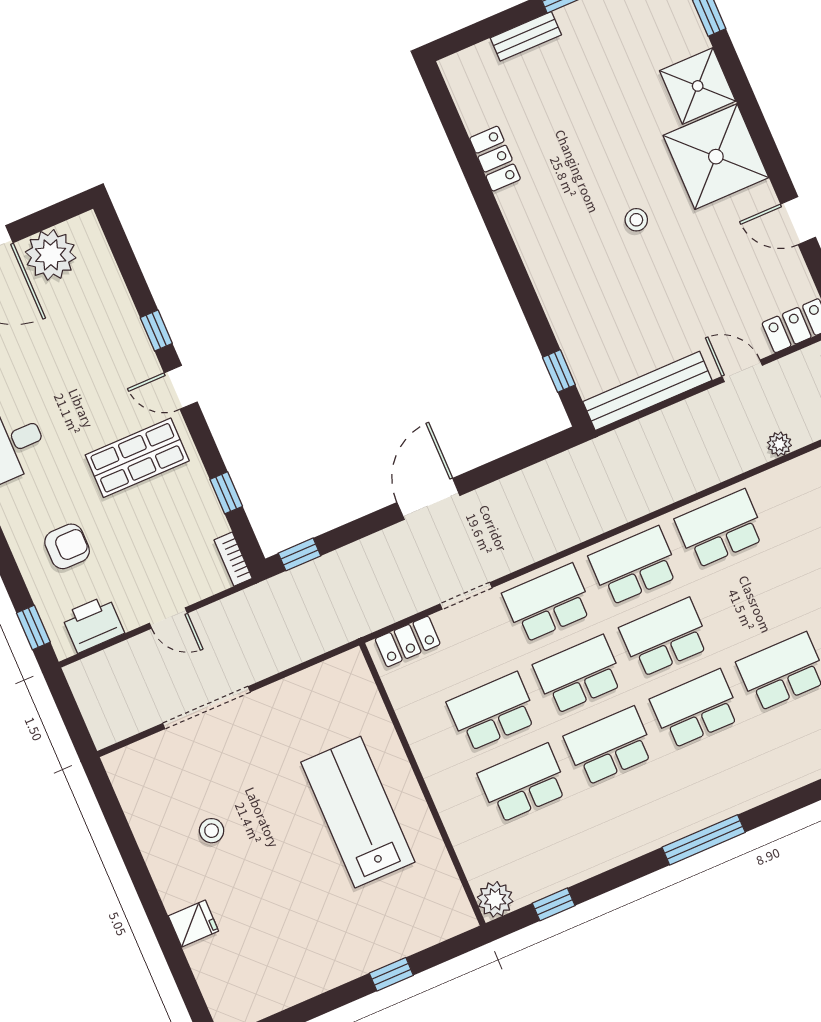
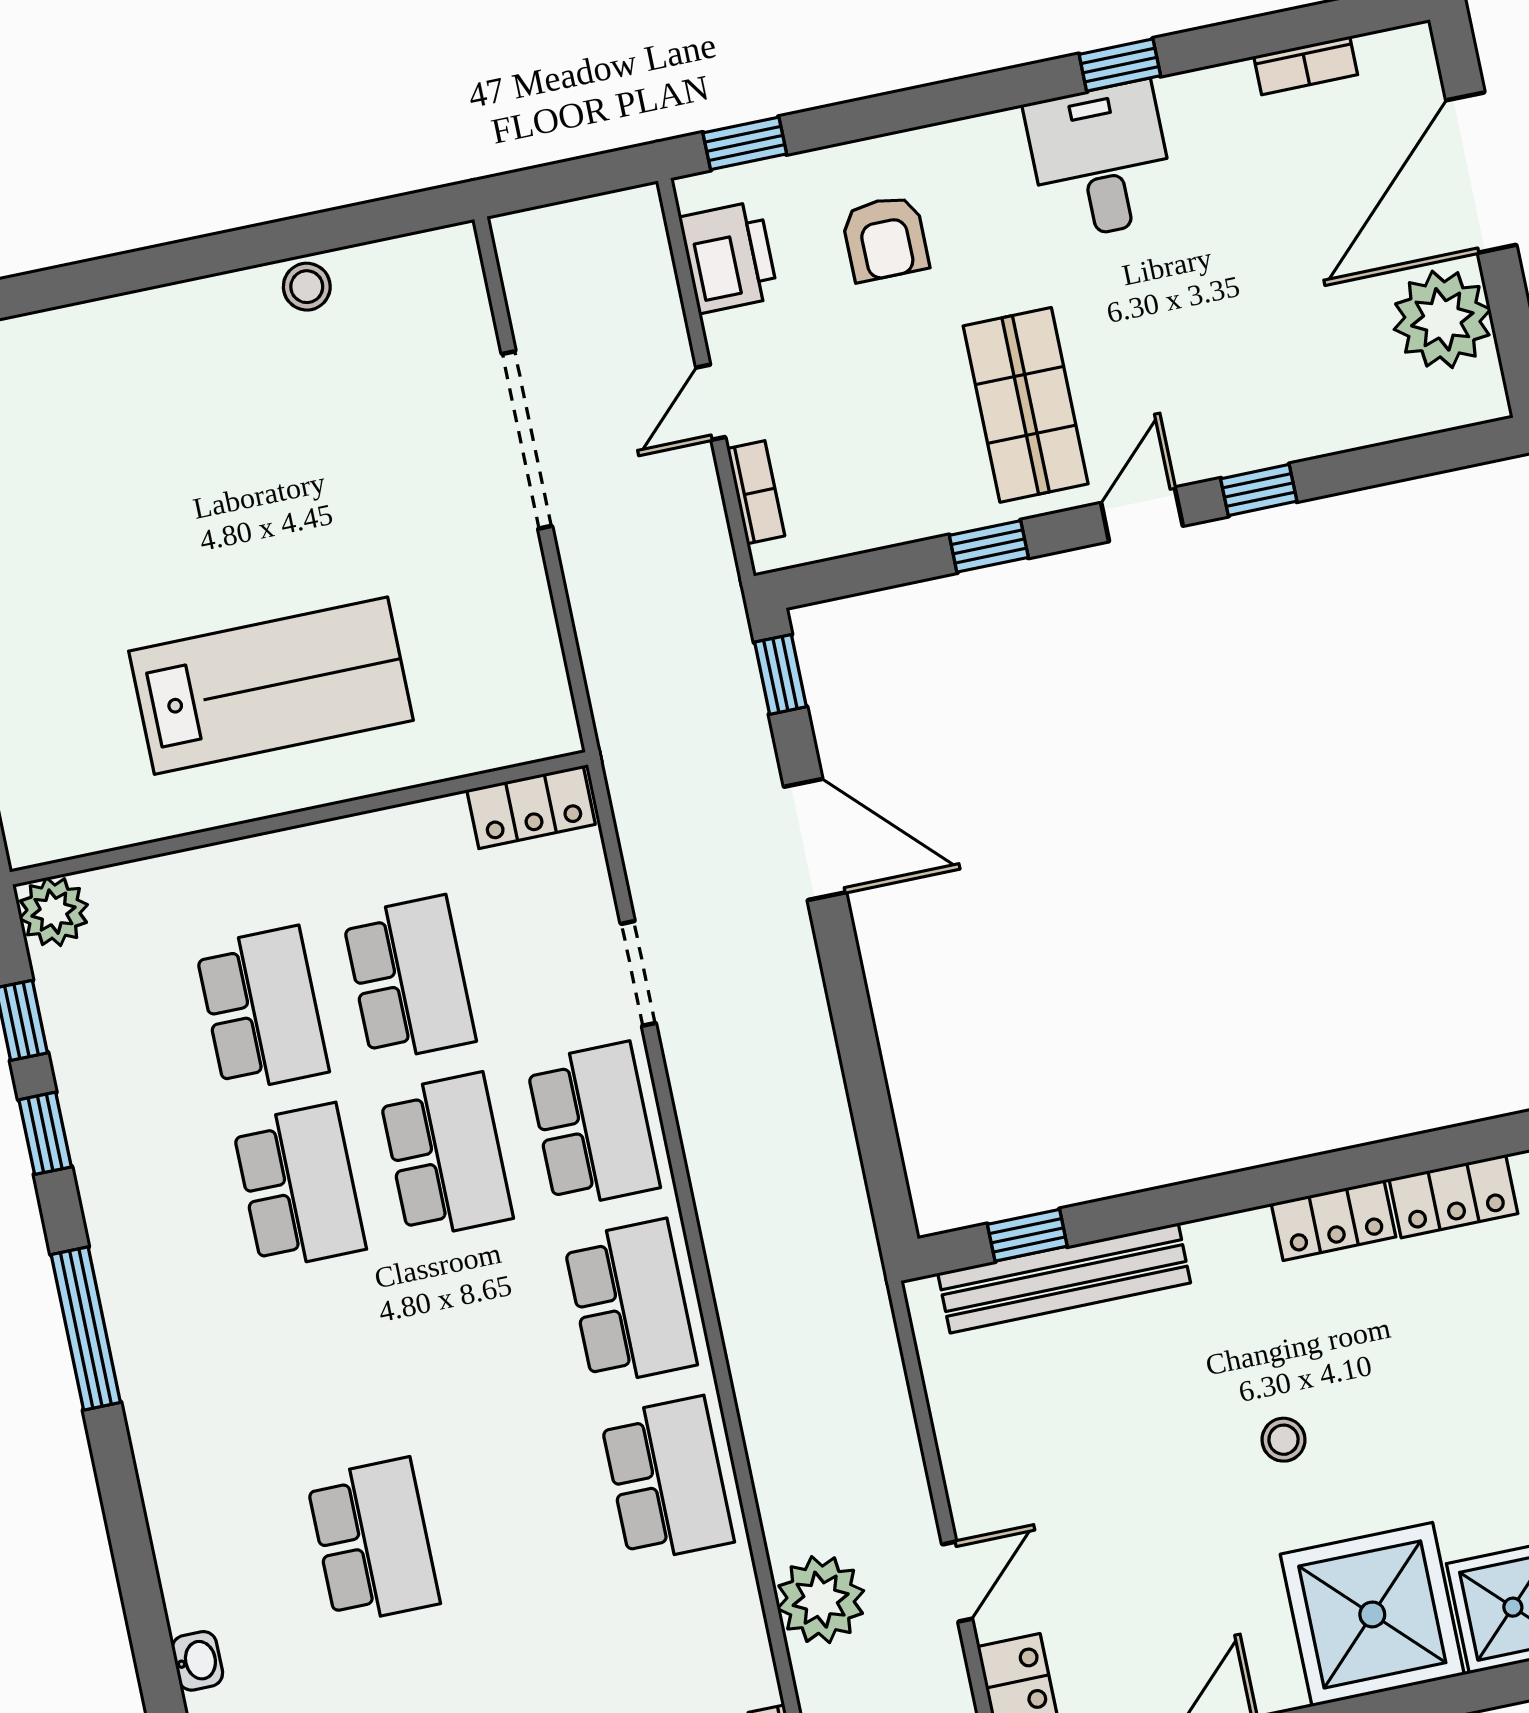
locker: (520, 217) -> (1334, 1220), added
bench: (647, 391) -> (1064, 1278), moved, turned 90
plant: (779, 444) -> (821, 1600), width x1.87, depth x1.87
window: (226, 493) -> (989, 546), moved
door: (428, 499) -> (815, 839), moved
bookcase: (233, 559) -> (756, 492), moved, turned 90
school desk: (665, 637) -> (483, 1333), removed
locker: (408, 641) -> (531, 807), moved, turned -90
school desk: (696, 709) -> (336, 1364), removed
stool: (212, 831) -> (307, 287), moved
window: (609, 881) -> (45, 1133), added
fridge: (193, 923) -> (124, 332), removed

